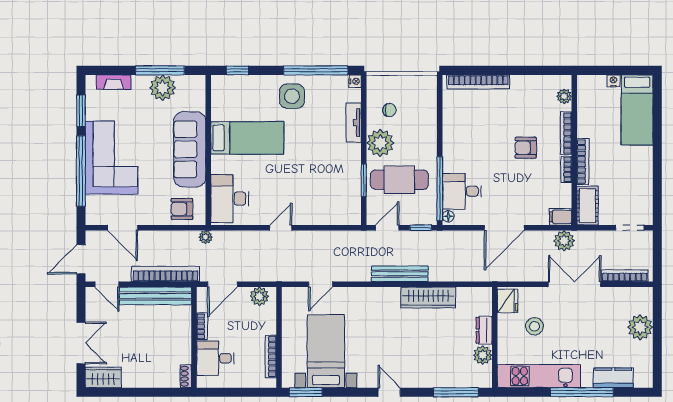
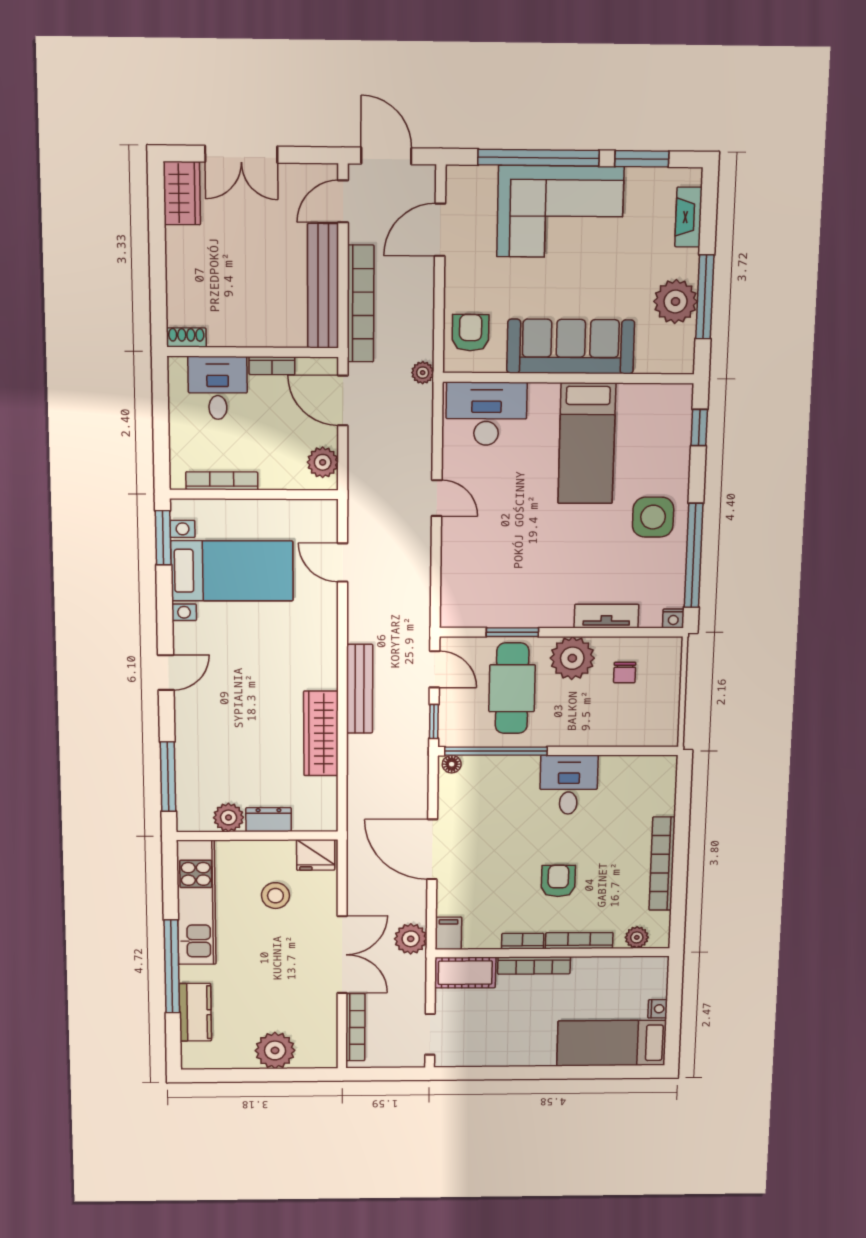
bookcase: (478, 82) -> (662, 864), moved
desk: (462, 191) -> (569, 785), moved

